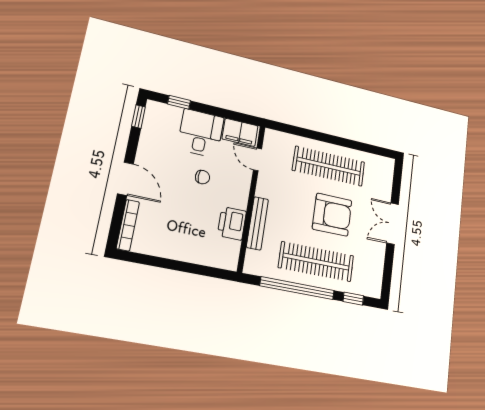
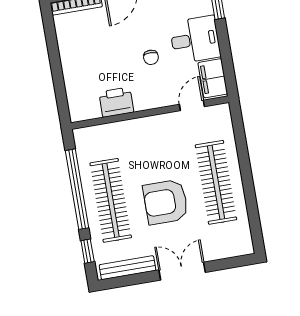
armchair: (332, 215) -> (166, 202), turned 90
bench: (257, 223) -> (127, 268), moved

